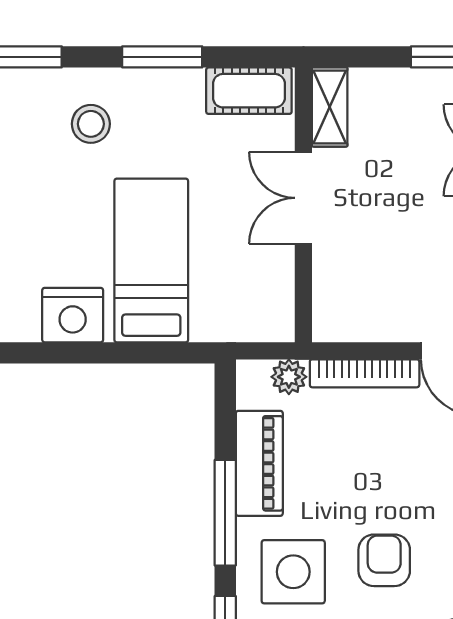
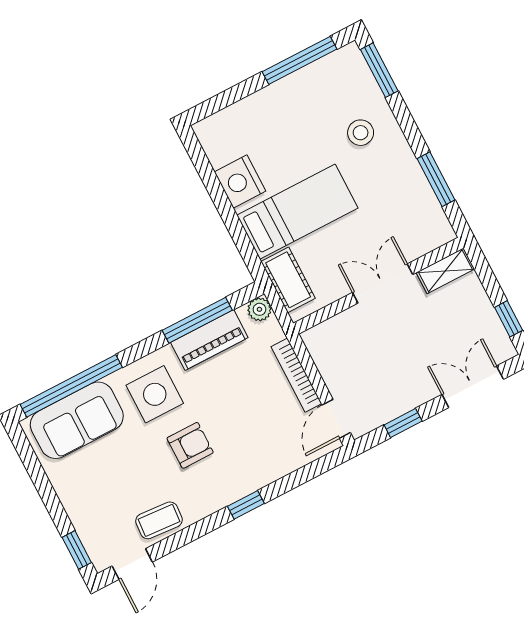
window: (162, 57) -> (436, 179), moved
cot: (249, 91) -> (288, 280), moved
plant: (289, 377) -> (259, 309), moved
window: (225, 513) -> (197, 320), moved

